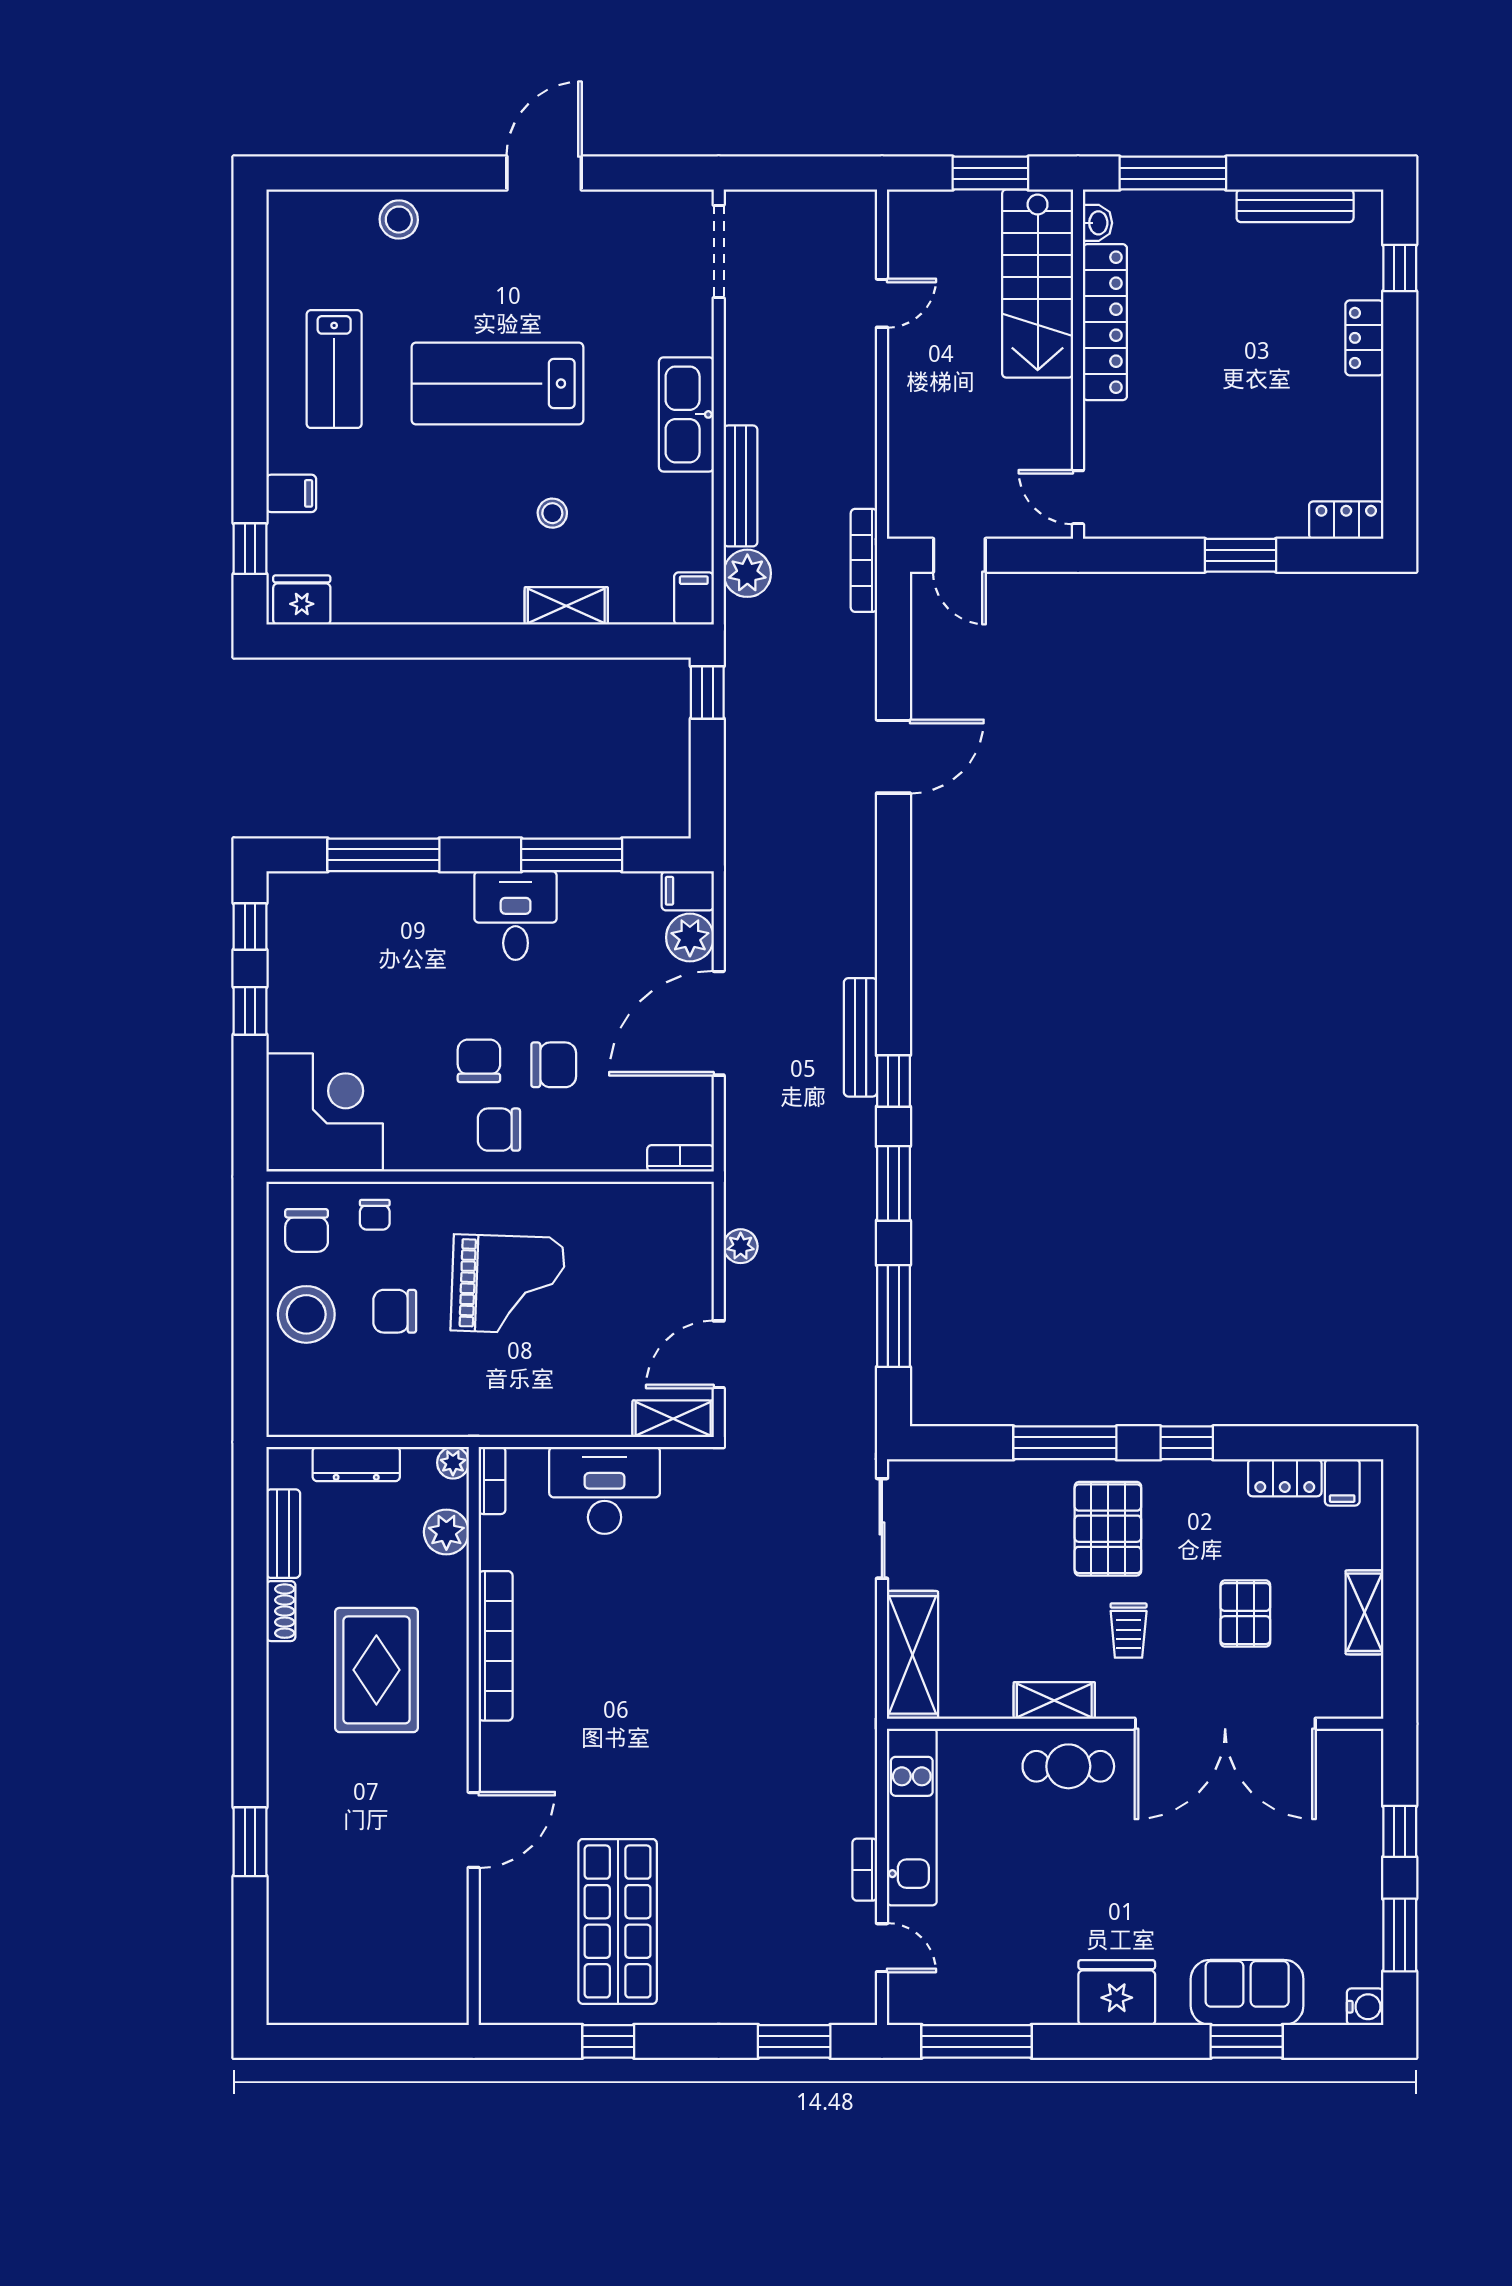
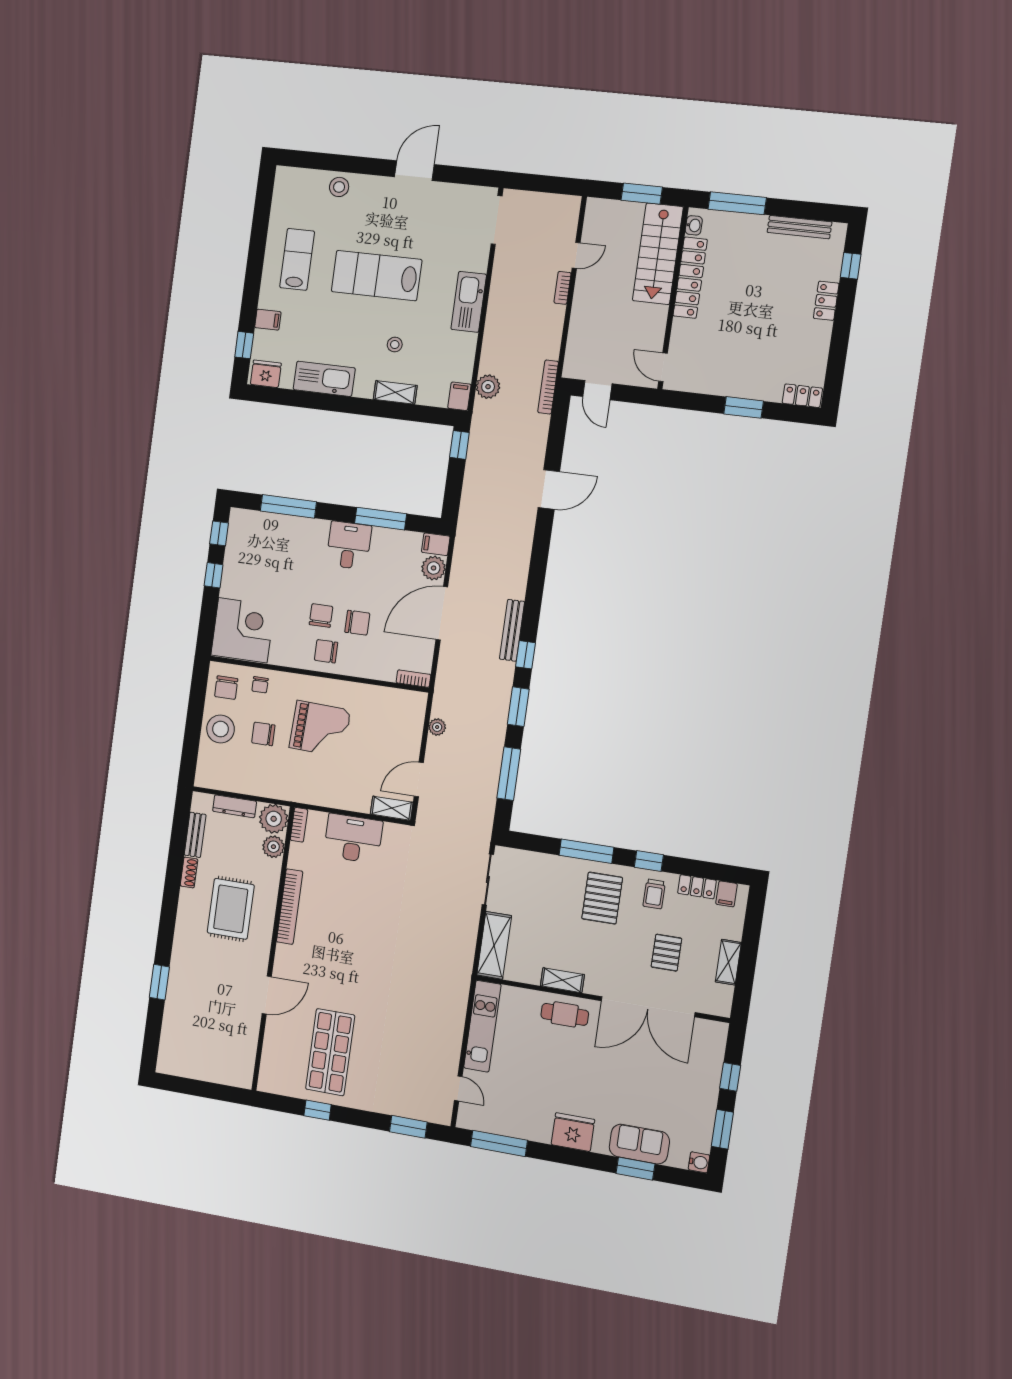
lab bench: (334, 369) -> (297, 259), turned 180
bench: (741, 486) -> (491, 342), removed
kitchen sink: (421, 596) -> (324, 379), added
plant: (453, 1463) -> (274, 819), width x1.88, depth x1.88
trolley: (1129, 1630) -> (654, 894), moved
bookcase: (865, 1870) -> (563, 288), moved

